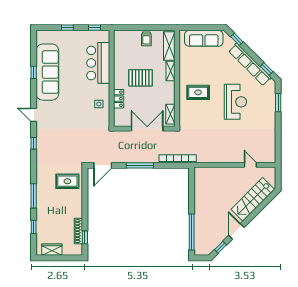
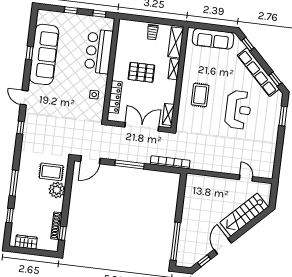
rug: (198, 92) -> (200, 95), turned 90
locker: (119, 99) -> (115, 97), width x1.53
plant: (75, 197) -> (57, 190), added

